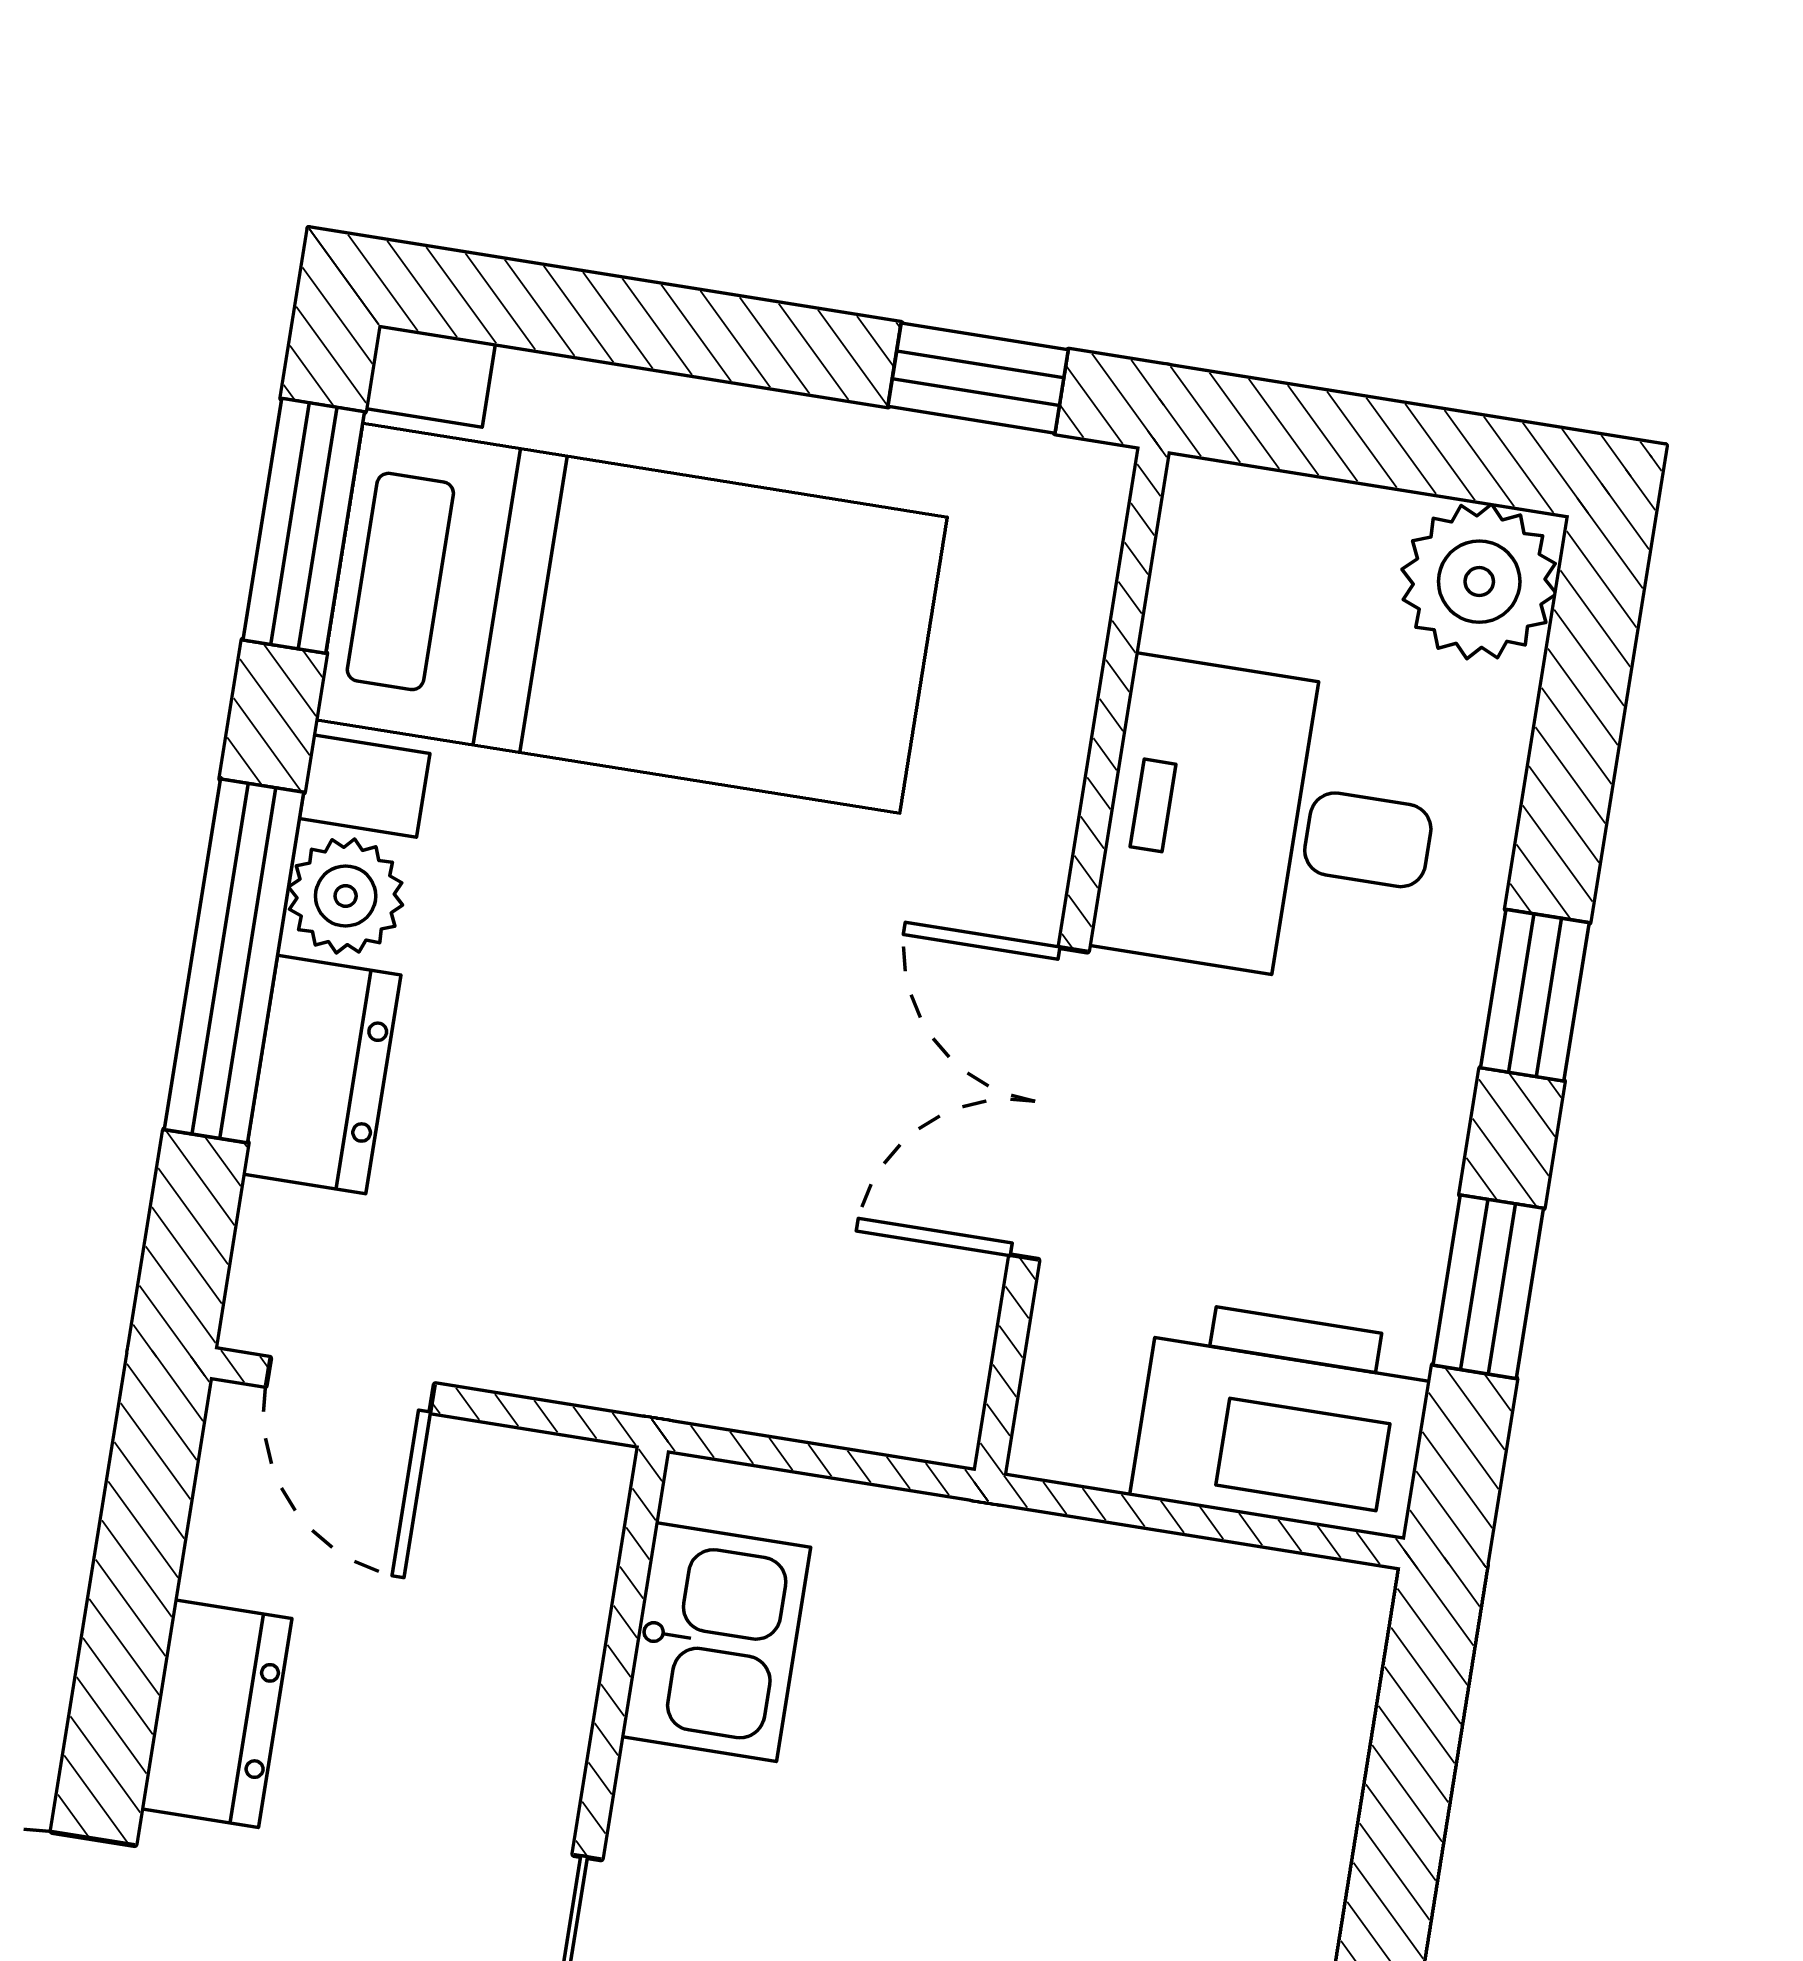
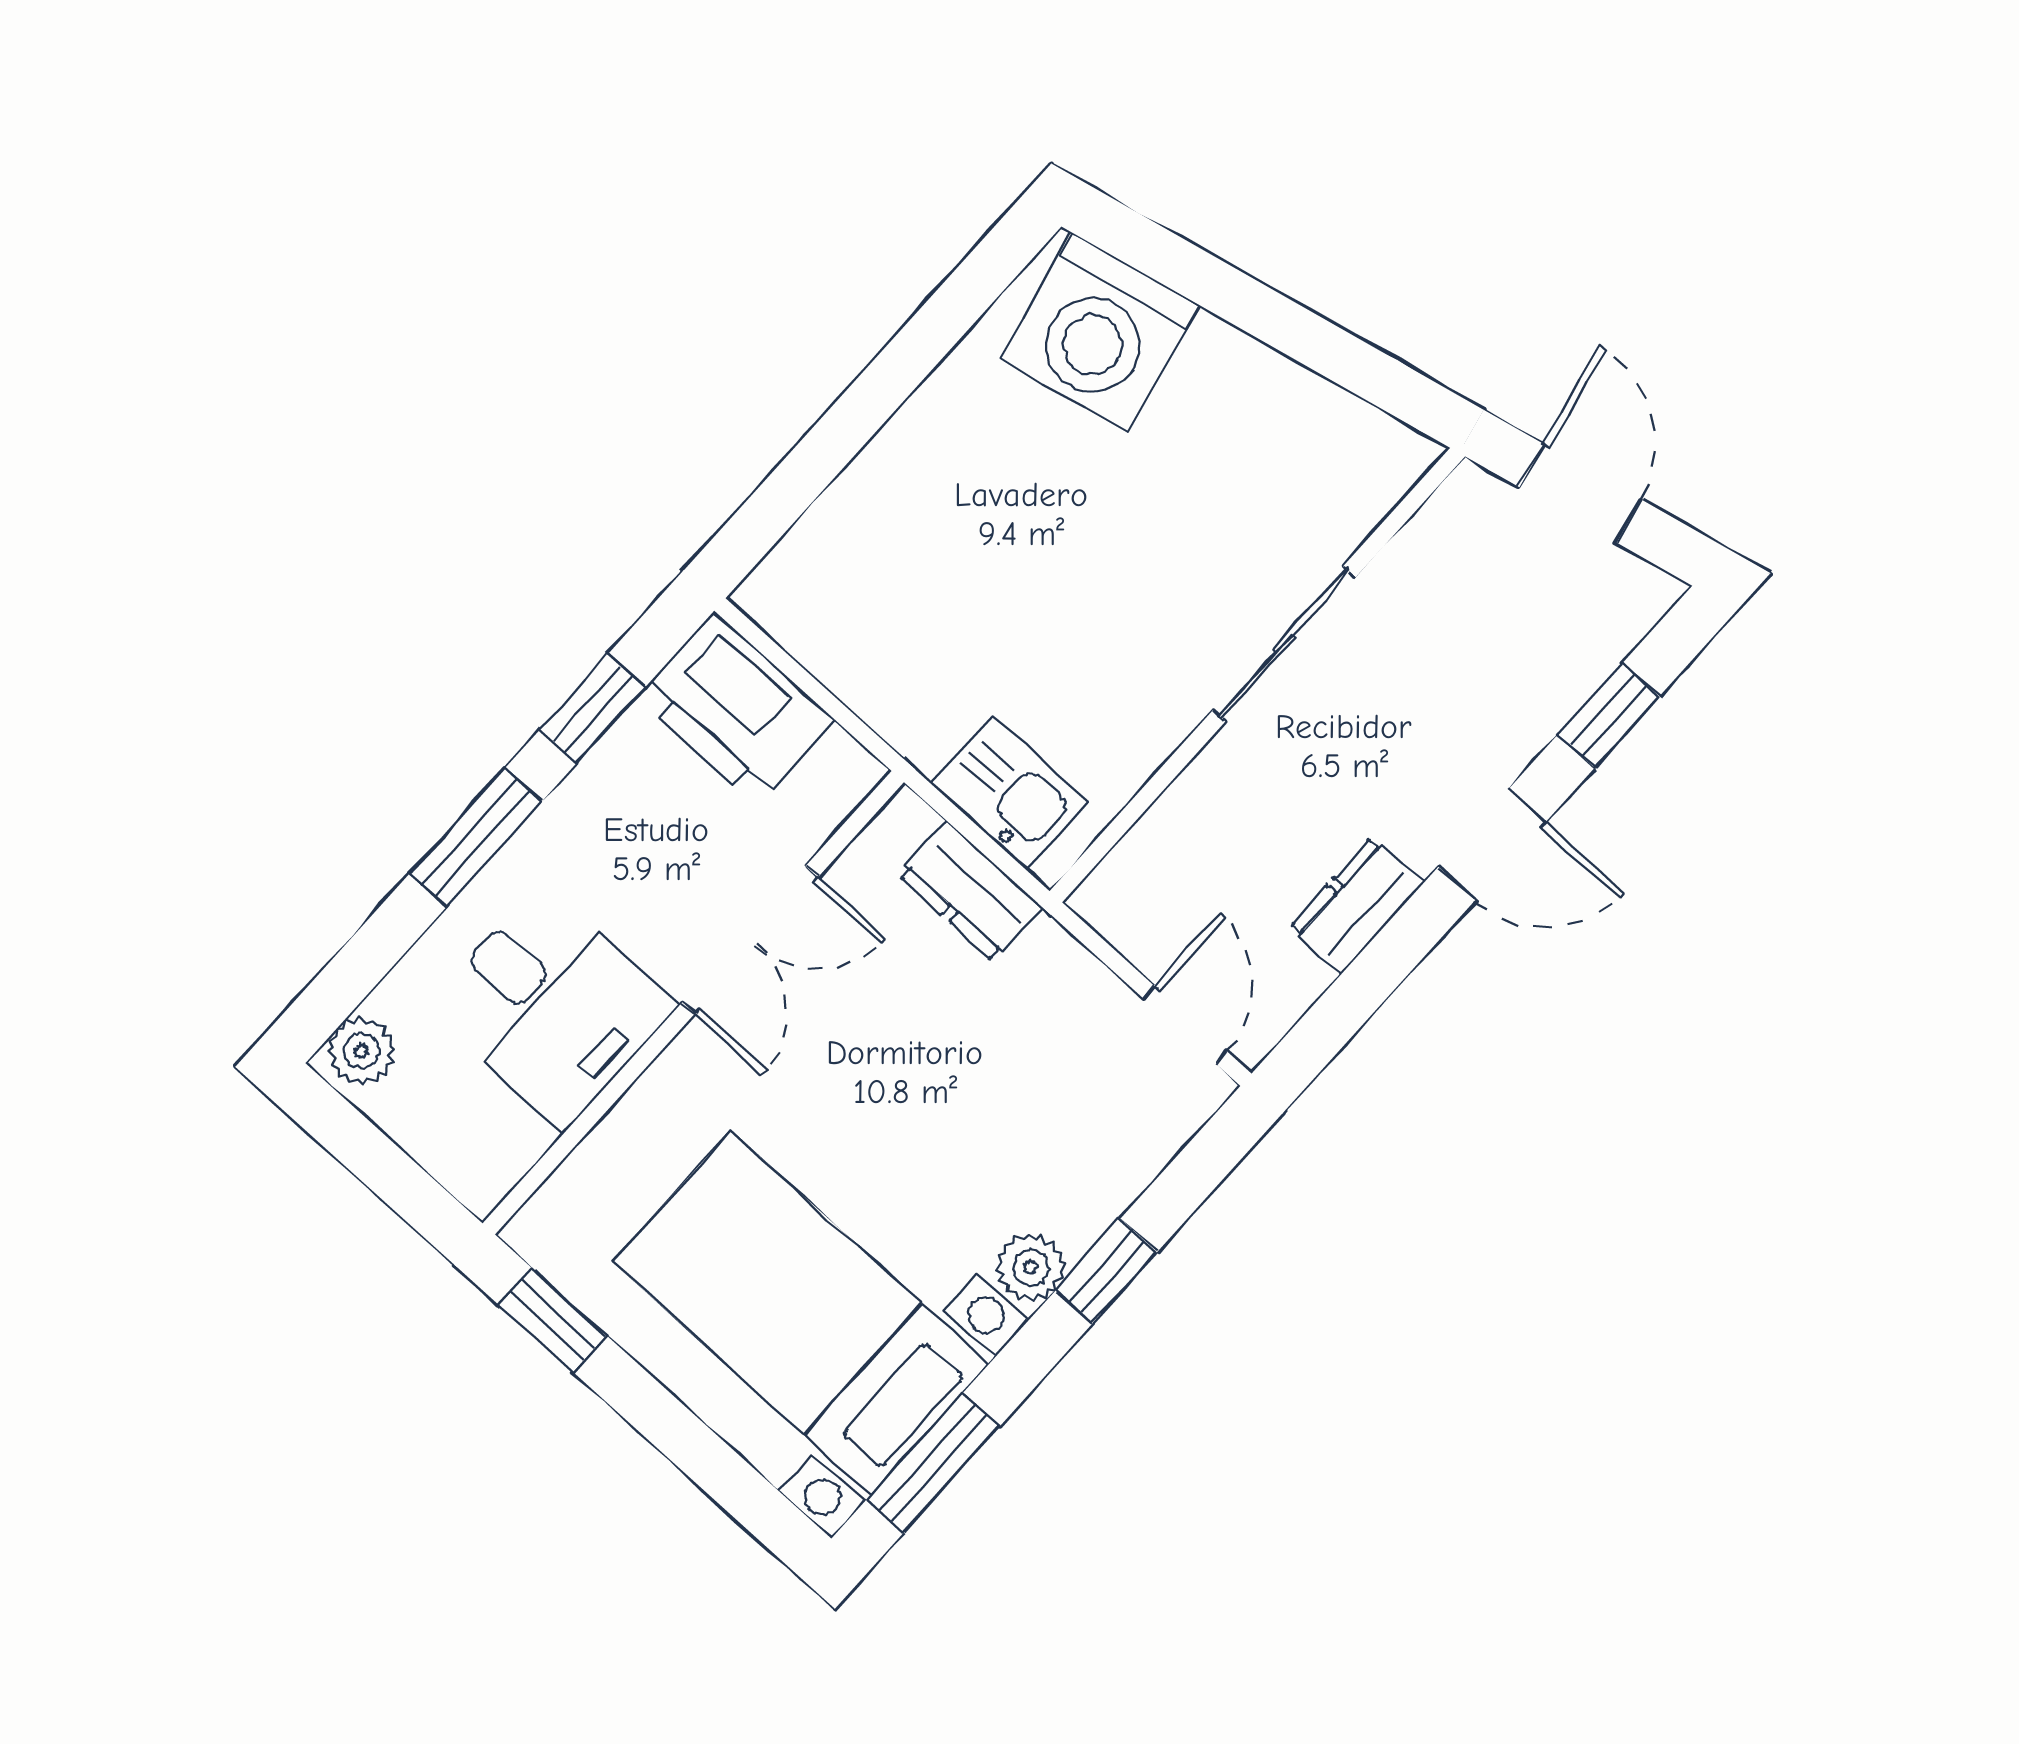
plant: (1479, 582) -> (361, 1051), width x0.73, depth x0.73
window: (234, 961) -> (1106, 1271), width x0.46
window: (1535, 995) -> (476, 837), width x1.50
dresser: (322, 1074) -> (970, 891), moved, turned -90
kitchen sink: (716, 1642) -> (1010, 793), moved, turned 90

